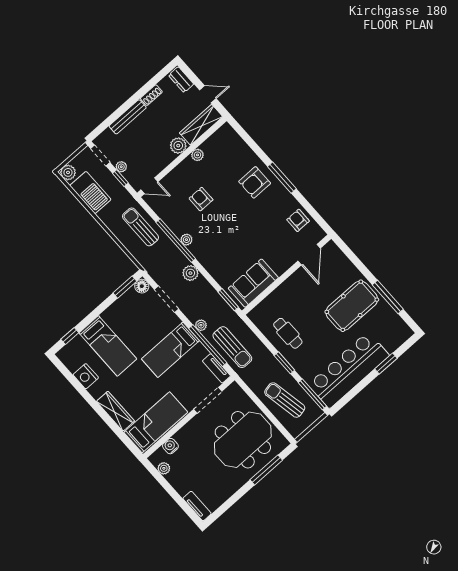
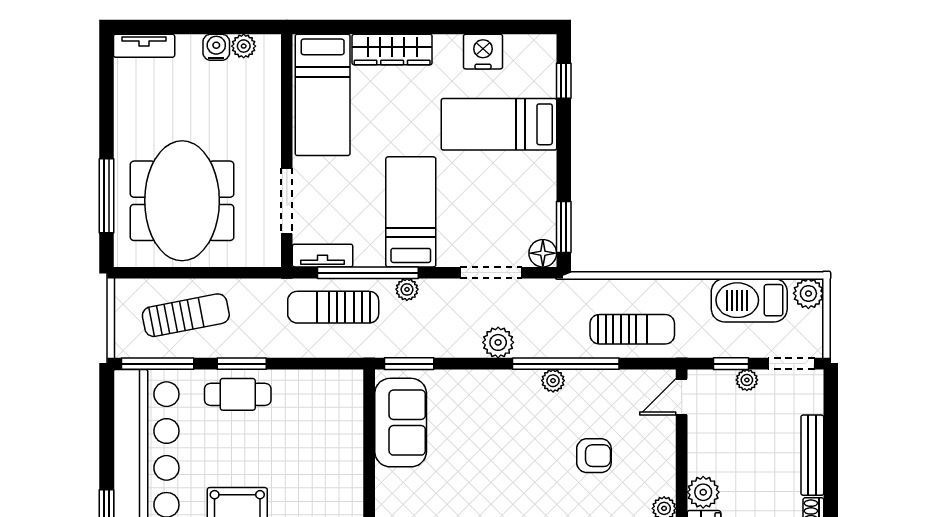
cafe table: (288, 333) -> (238, 394), moved
water cooler: (170, 446) -> (216, 47), moved, turned -90

